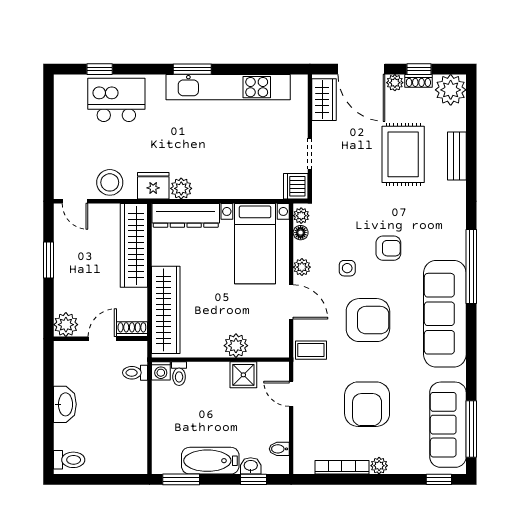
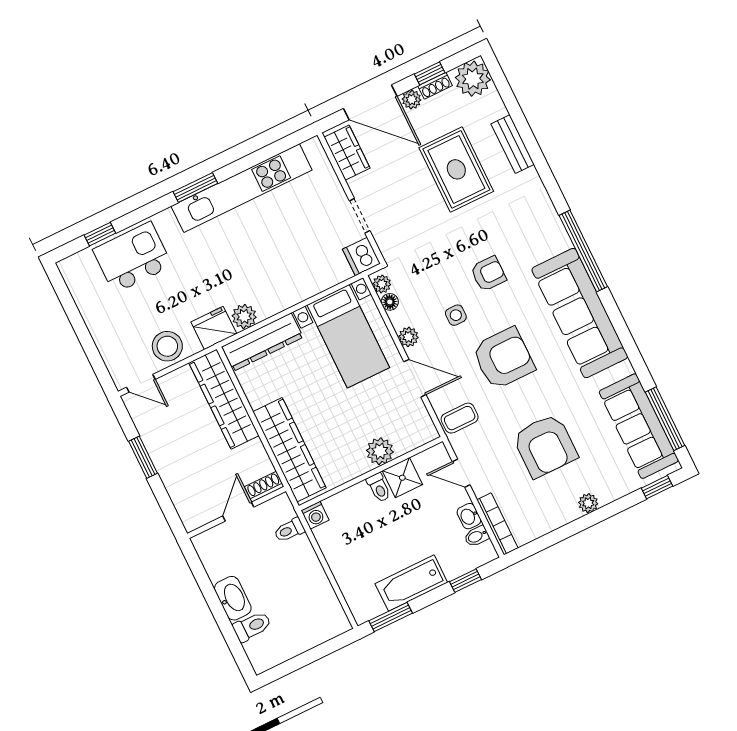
plant: (66, 325) -> (194, 515), removed
toilet: (179, 374) -> (379, 488), moved
toilet: (69, 460) -> (252, 626), moved
washbasin: (251, 466) -> (469, 516), moved, turned -90
bookcase: (342, 467) -> (497, 524), moved, turned 90

